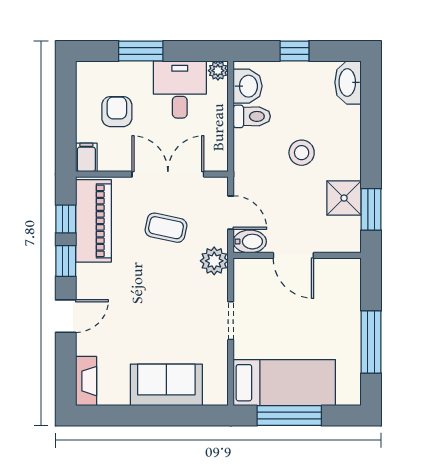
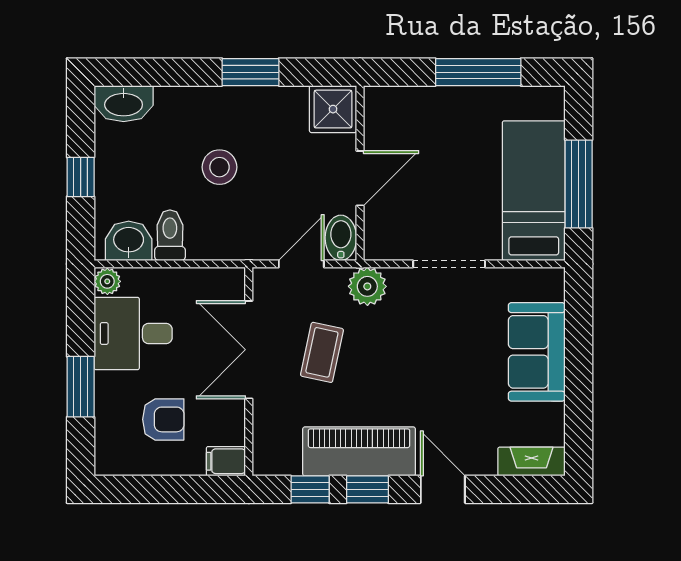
armchair: (117, 112) -> (163, 419), turned 180
shower: (344, 198) -> (333, 109), moved
window: (371, 209) -> (250, 72), moved
piano: (93, 221) -> (359, 451), moved
doorway: (231, 321) -> (449, 264), width x1.38

